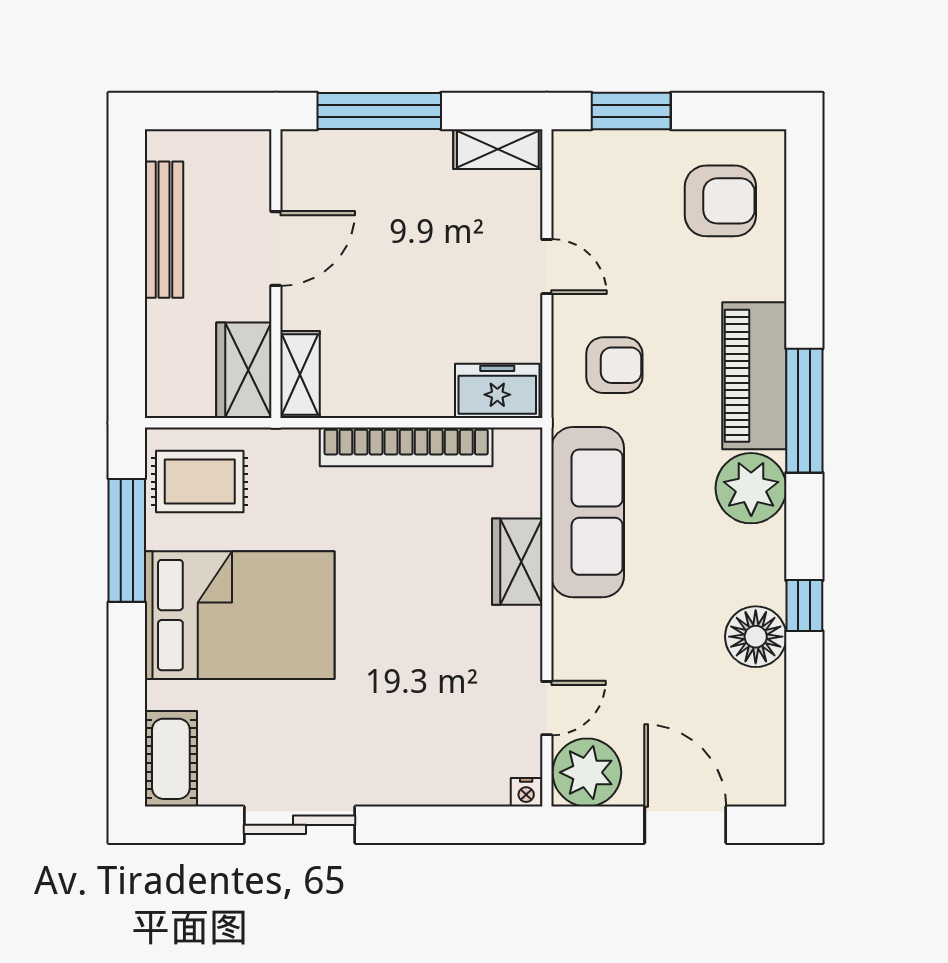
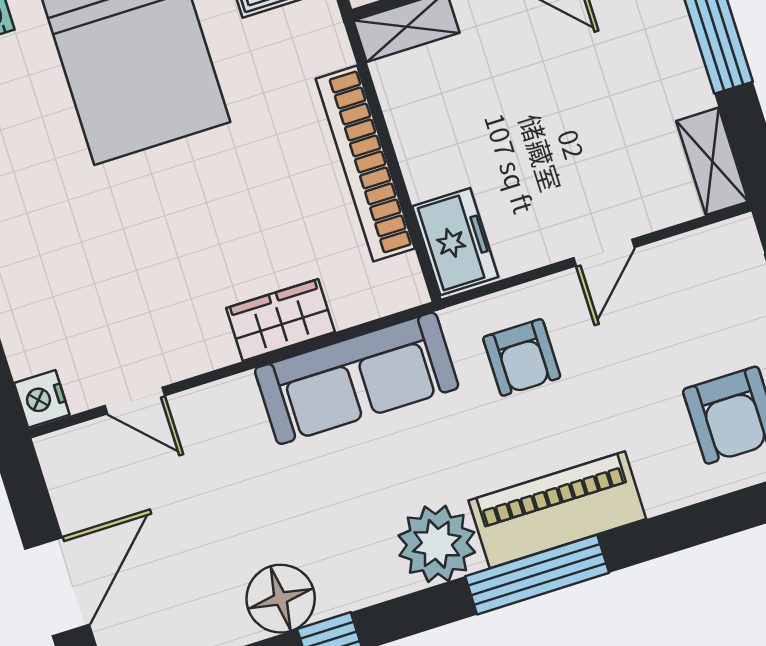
plant: (587, 772) -> (80, 465), removed
nightstand: (526, 792) -> (42, 399), width x1.39, depth x1.35

